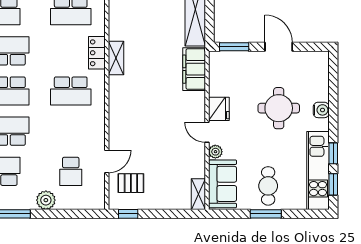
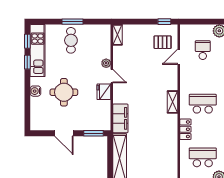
shelving: (116, 58) -> (173, 102), moved
sofa: (223, 184) -> (101, 42), removed

